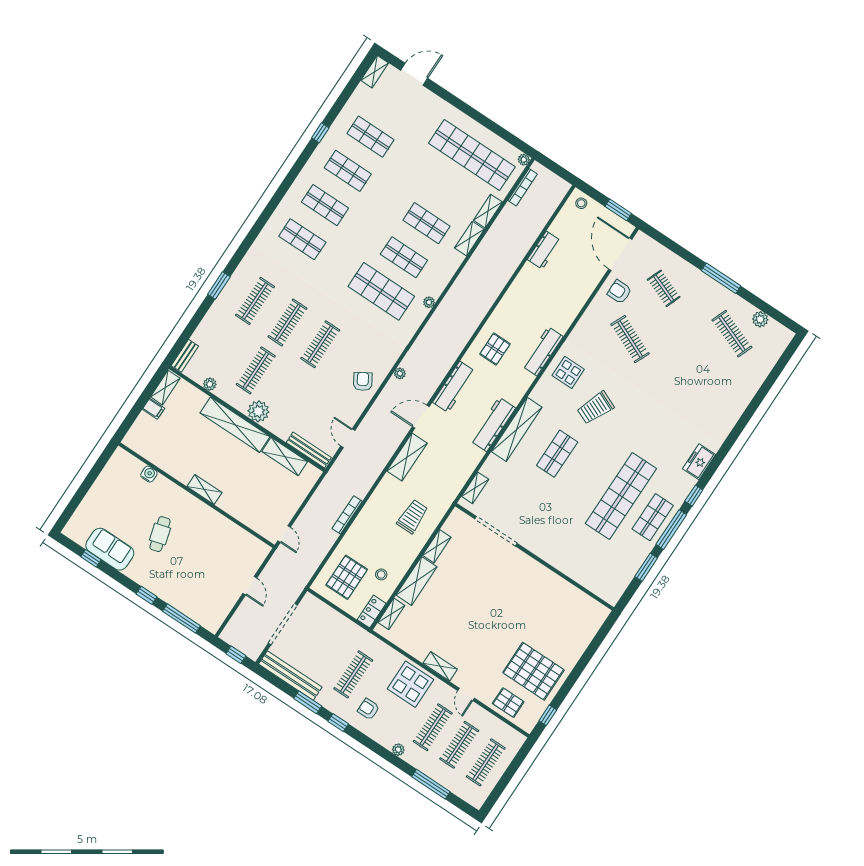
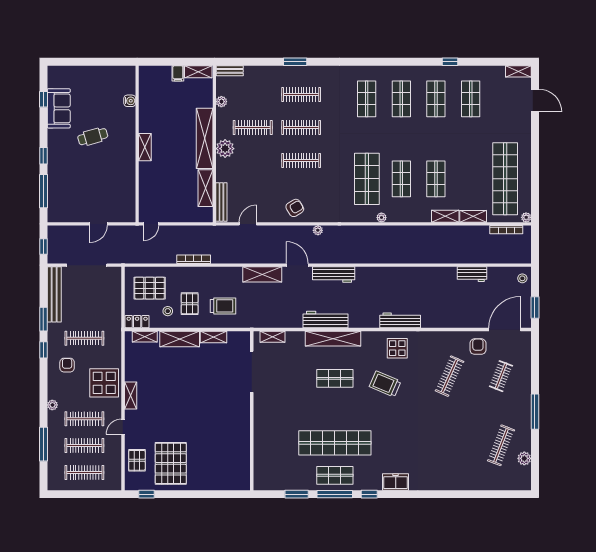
pallet: (495, 349) -> (190, 304), moved, turned 90

